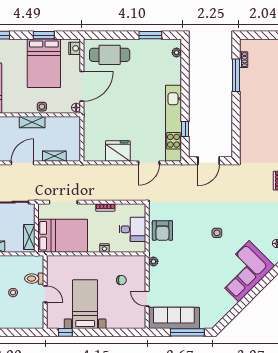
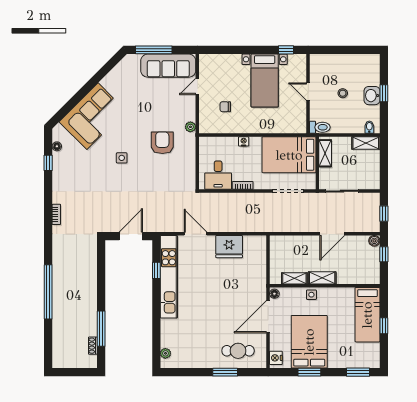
window: (150, 35) -> (225, 372), moved
cafe table: (110, 55) -> (238, 351), width x0.73, depth x0.74
shelving: (54, 156) -> (294, 278), moved
door: (149, 163) -> (196, 234), hinge flipped
desk: (132, 229) -> (218, 175), moved, turned -90
armchair: (162, 230) -> (162, 143), moved
toilet: (34, 279) -> (320, 127), moved
door: (147, 299) -> (197, 87), swing flipped

